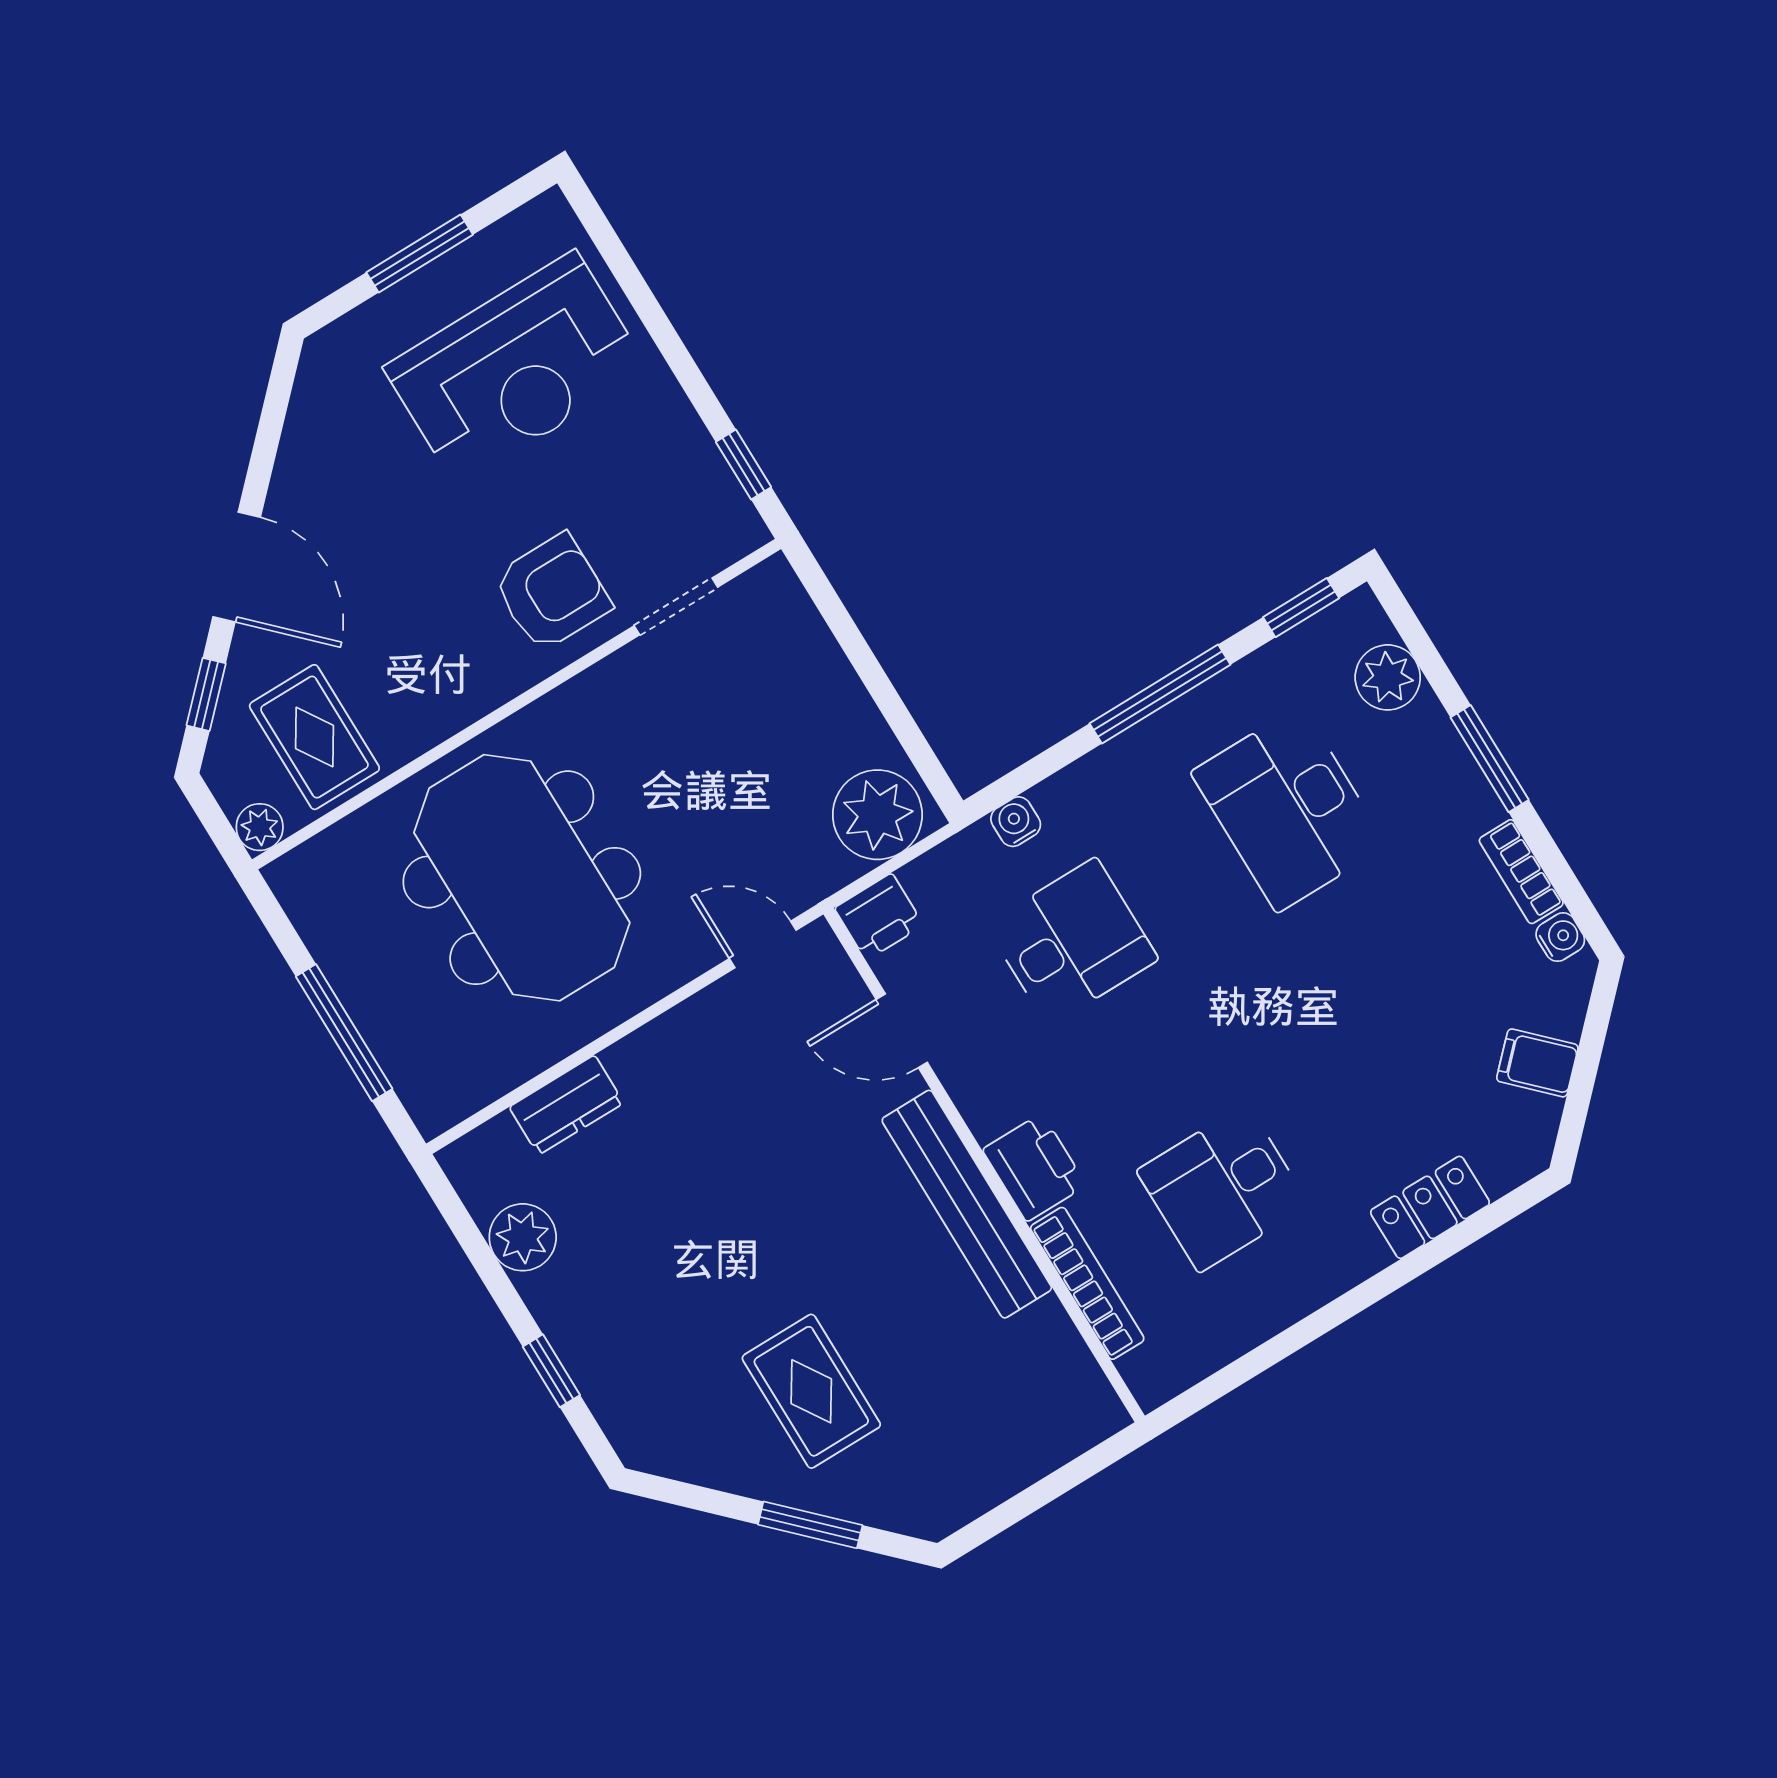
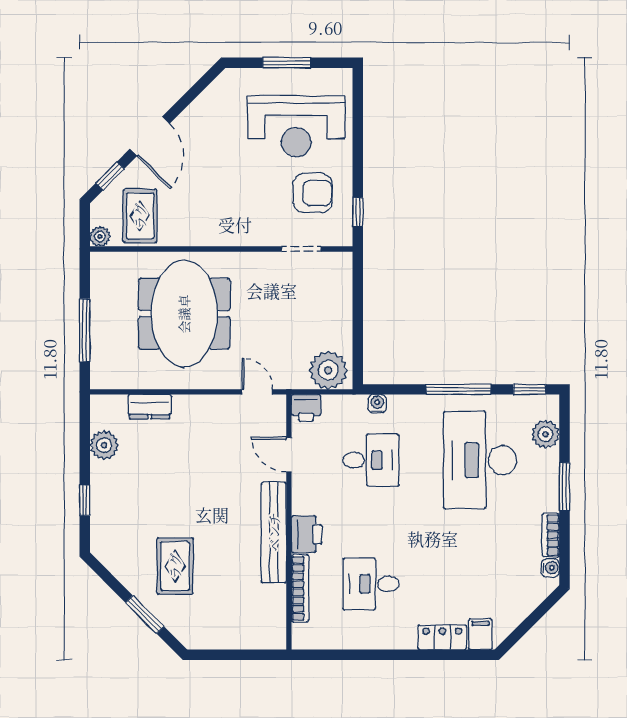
armchair: (552, 593) -> (313, 193), moved
desk: (1289, 809) -> (480, 460), width x1.36, depth x1.30
filing cabinet: (1537, 1063) -> (480, 634), moved, turned 45

